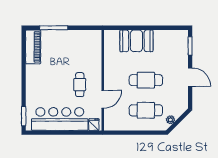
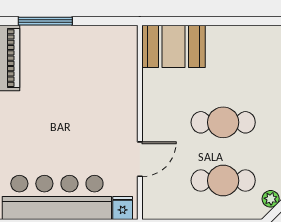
booth: (136, 41) -> (173, 46), moved
cafe table: (80, 85) -> (95, 131), removed

